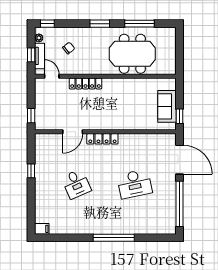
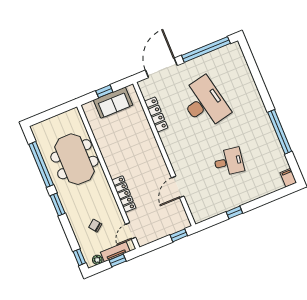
window: (140, 24) -> (41, 164), width x1.46
window: (180, 116) -> (104, 91), moved
door: (73, 132) -> (178, 187), swing flipped
locker: (102, 139) -> (156, 114), moved
desk: (76, 184) -> (229, 162), turned 33
desk: (135, 184) -> (205, 103), width x1.36, depth x1.30
window: (114, 238) -> (280, 132), moved

